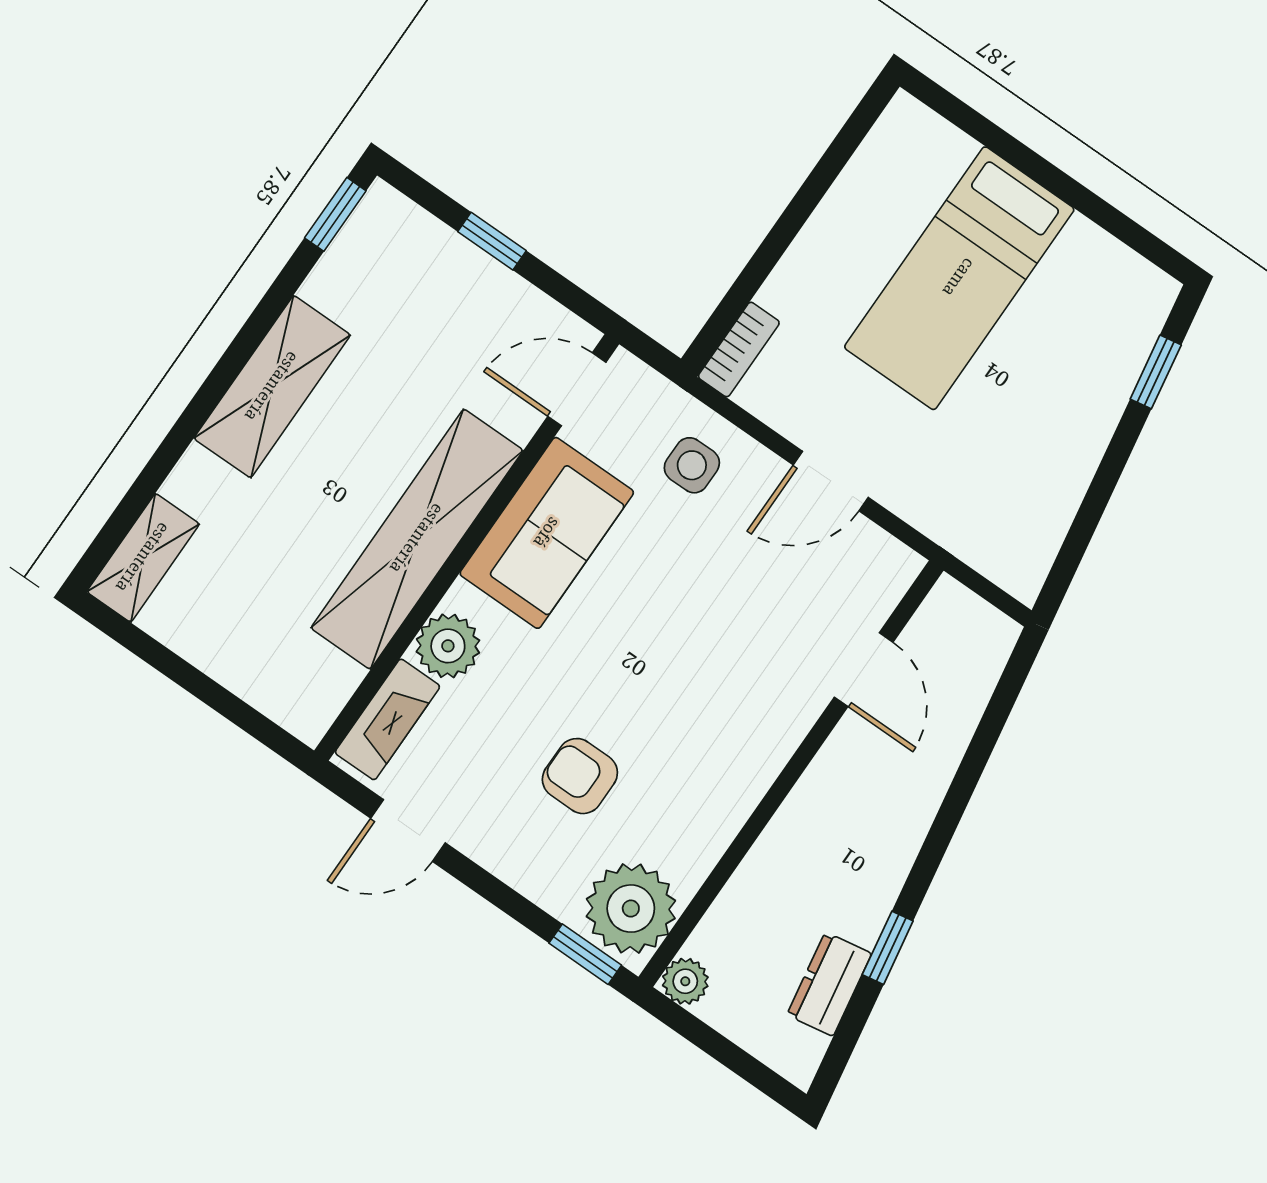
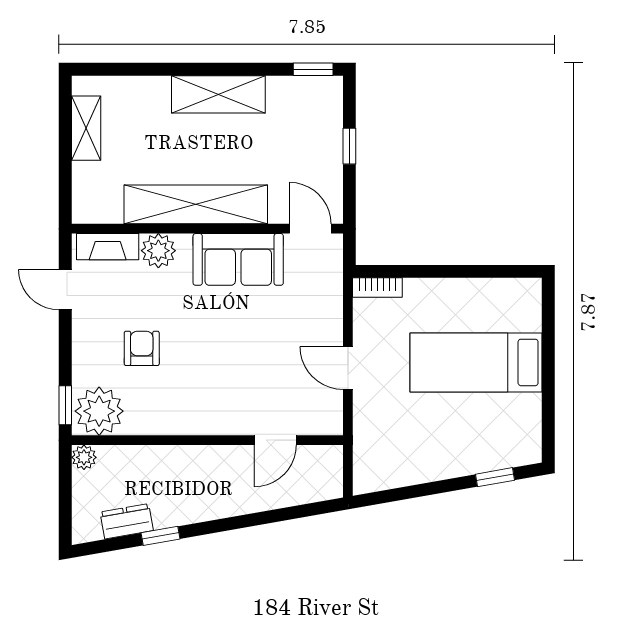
side table: (692, 465) -> (312, 302), removed
shelving: (143, 558) -> (86, 128), moved, turned 90

